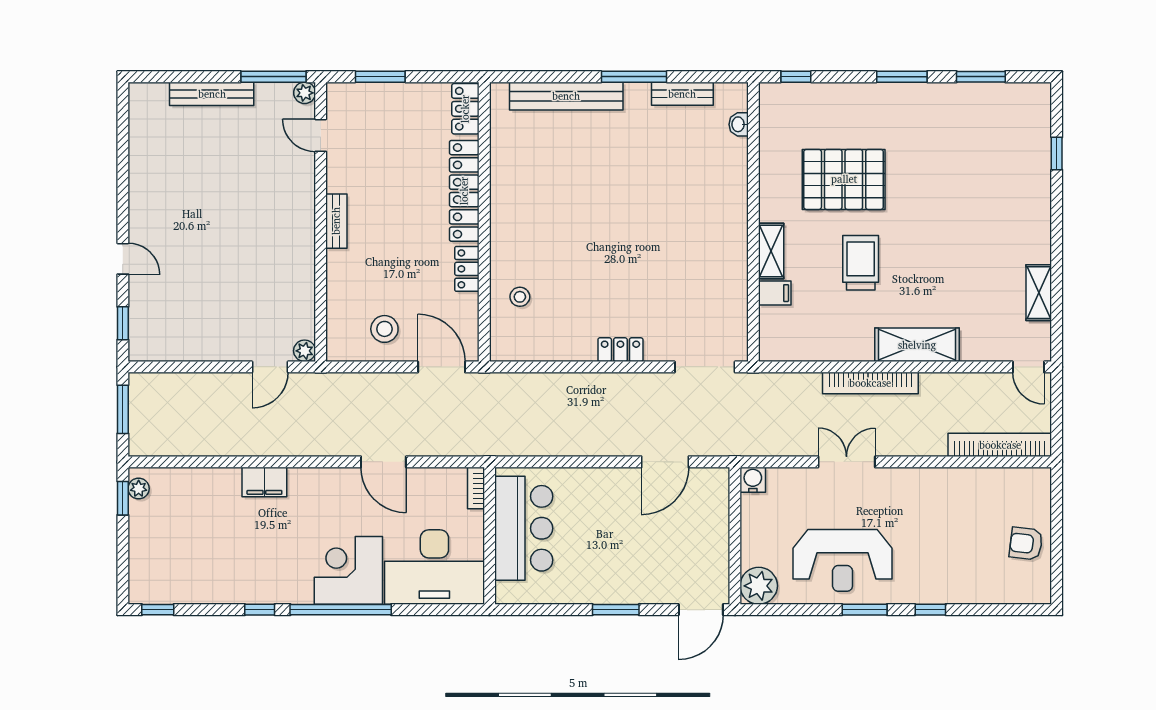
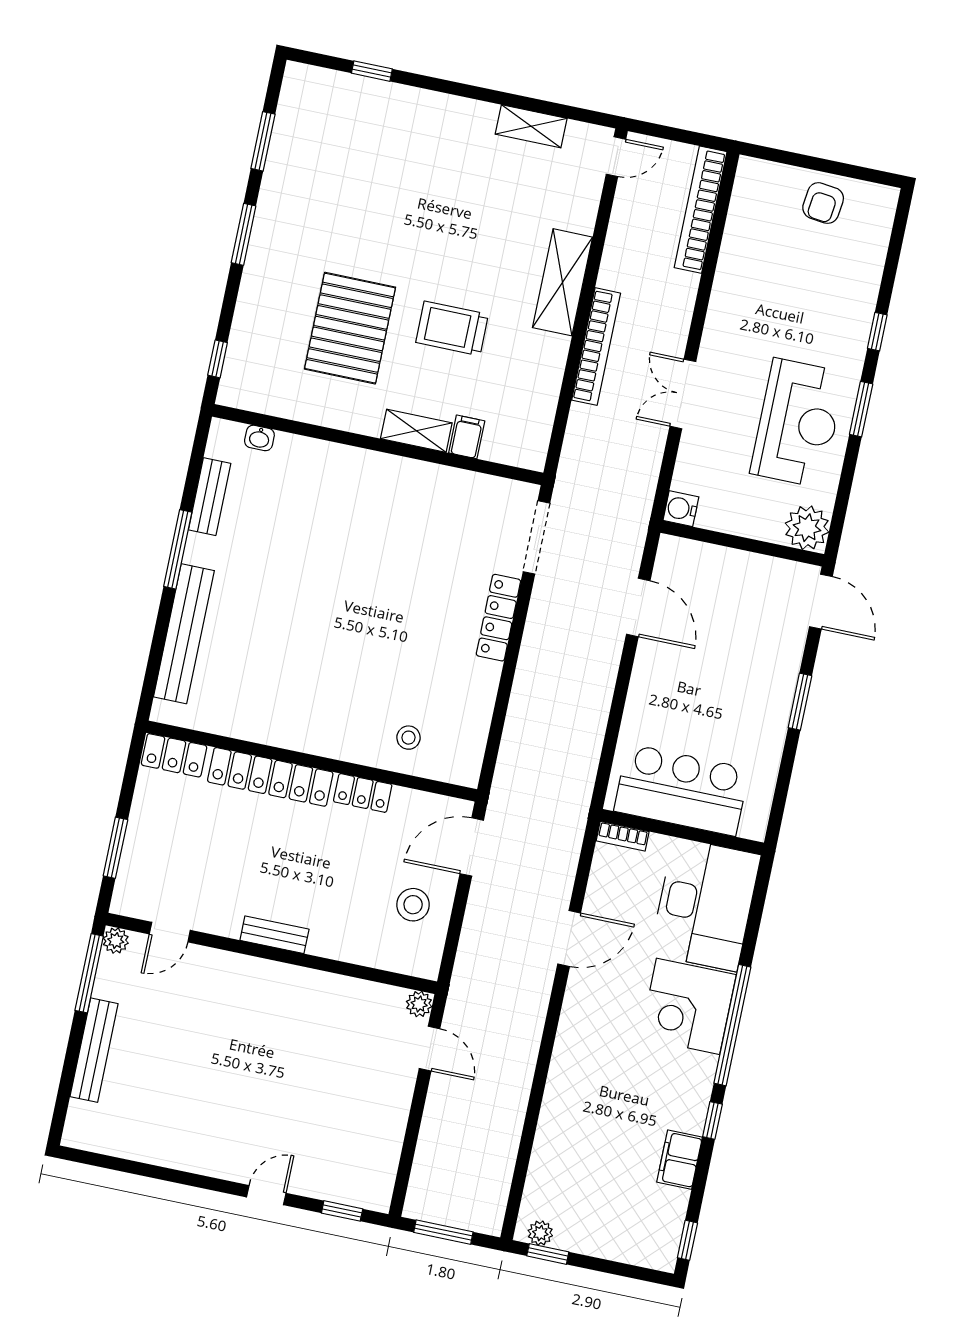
locker: (620, 350) -> (498, 618), width x1.53
filing cabinet: (264, 482) -> (680, 1160), moved, turned 180

